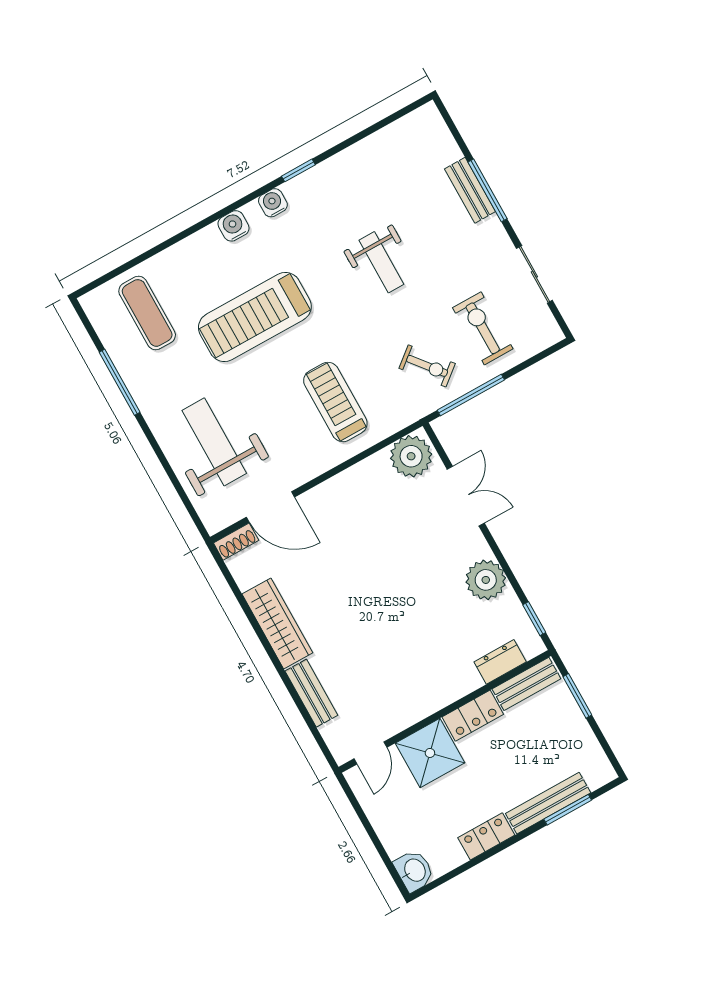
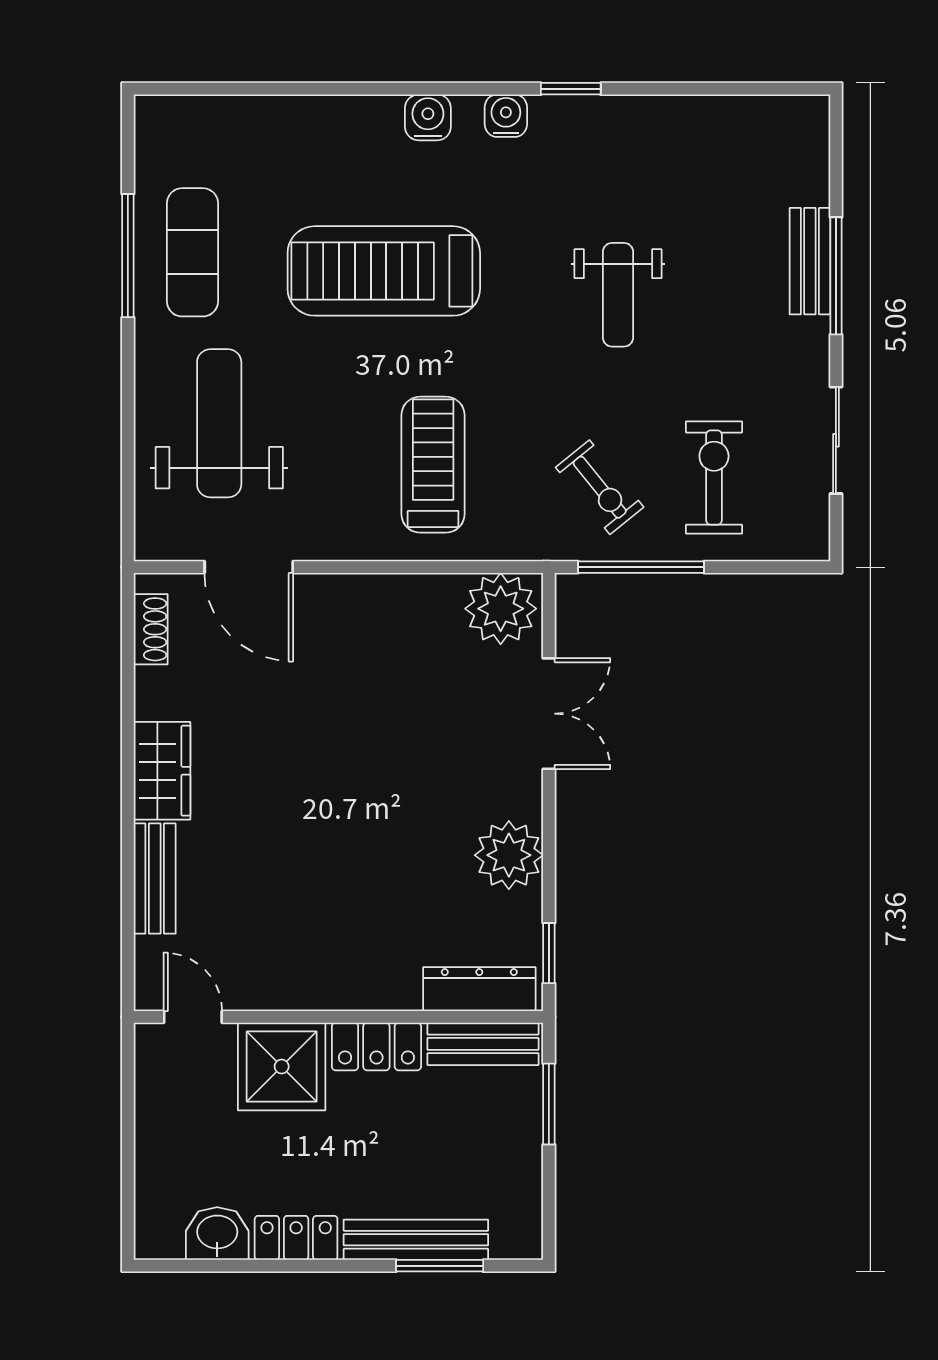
exercise mat: (147, 313) -> (192, 252), moved
shoe rack: (236, 542) -> (151, 629), moved, turned -90
wardrobe: (277, 623) -> (162, 771), width x0.67
dresser: (500, 662) -> (479, 989), width x1.44
door: (370, 753) -> (193, 1017), swing flipped
washbasin: (414, 871) -> (217, 1234), moved, turned -90

